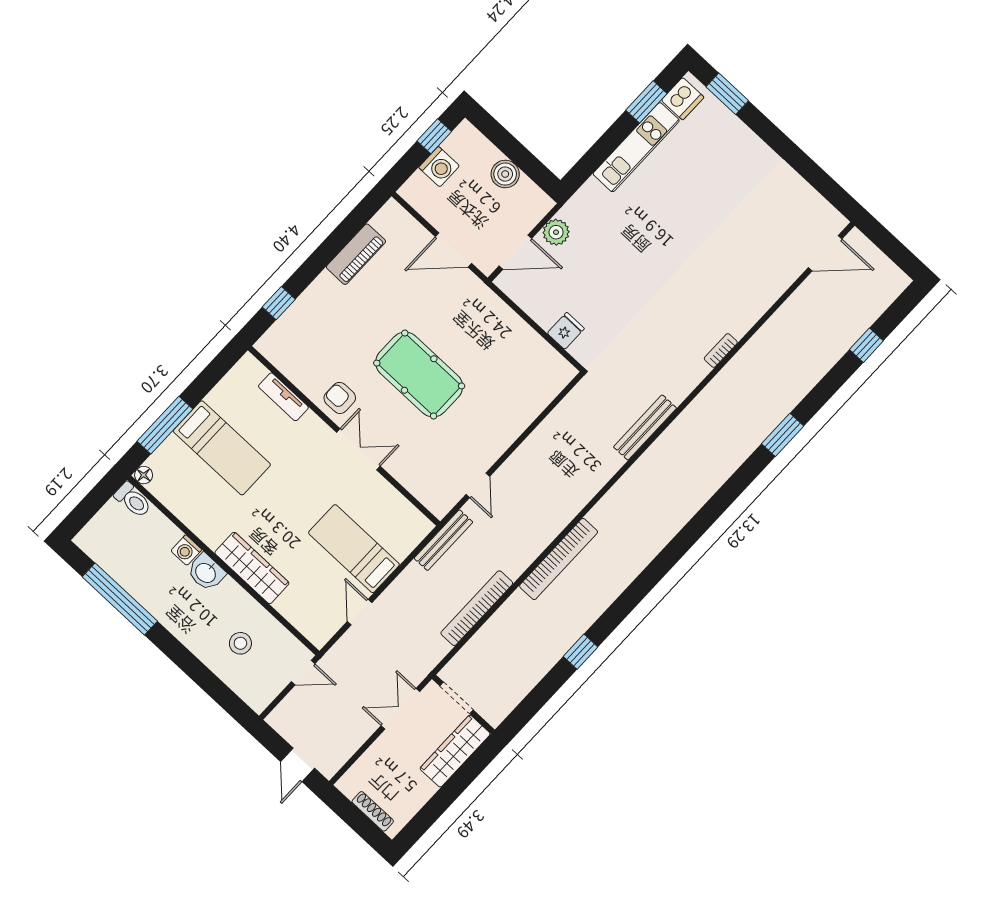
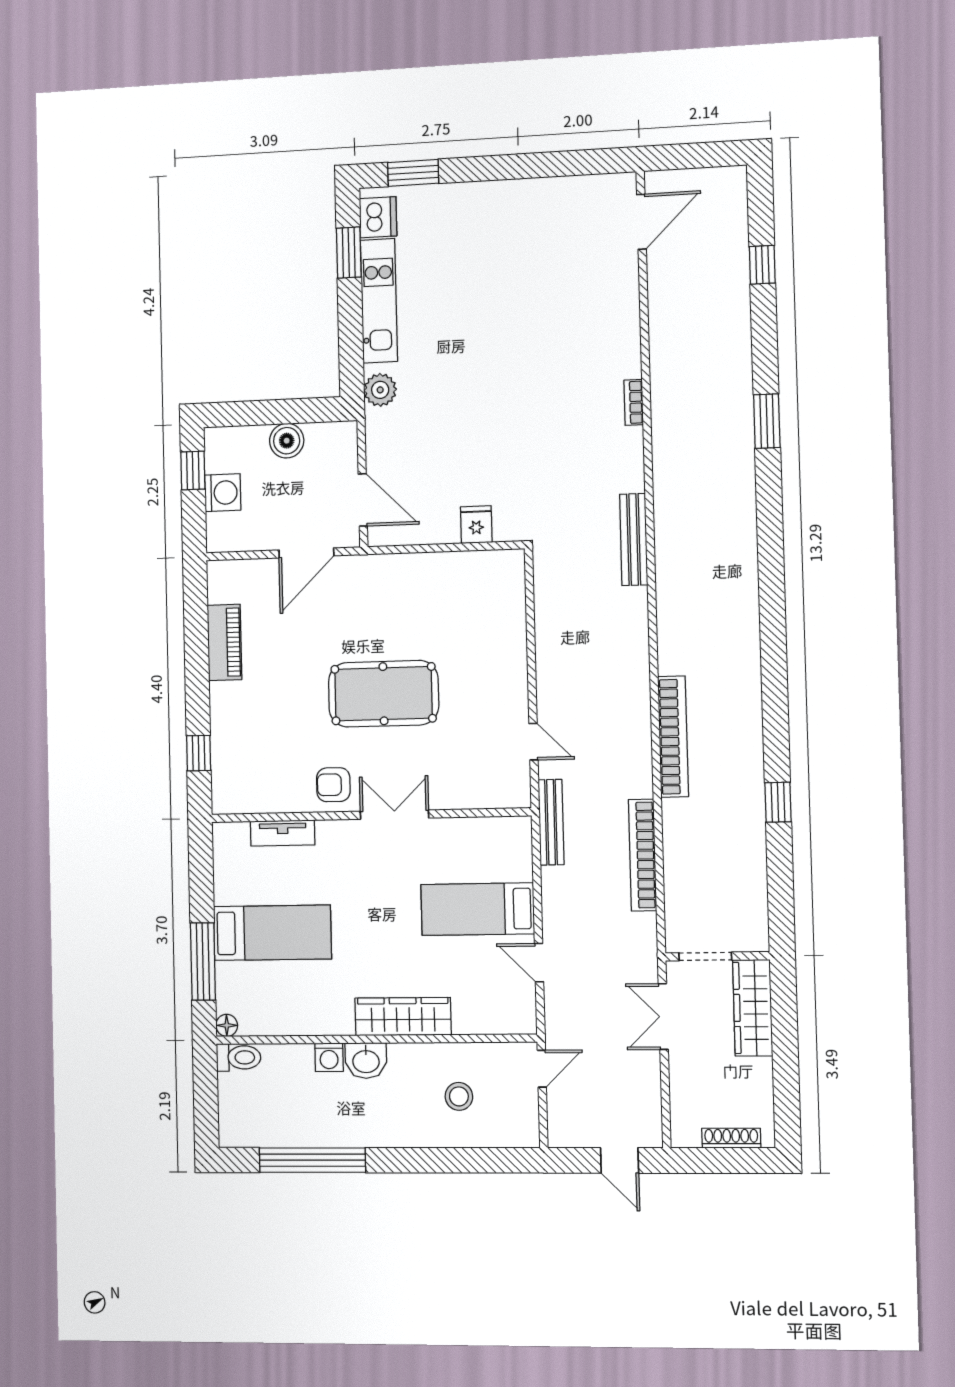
plant: (556, 232) -> (380, 390), moved
door: (515, 252) -> (363, 500), hinge flipped

